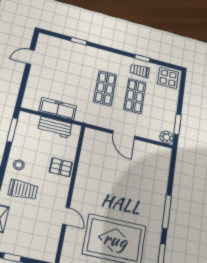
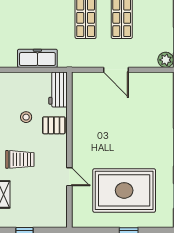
workbench: (55, 127) -> (58, 90), moved, turned 90
stool: (19, 165) -> (26, 117), moved

